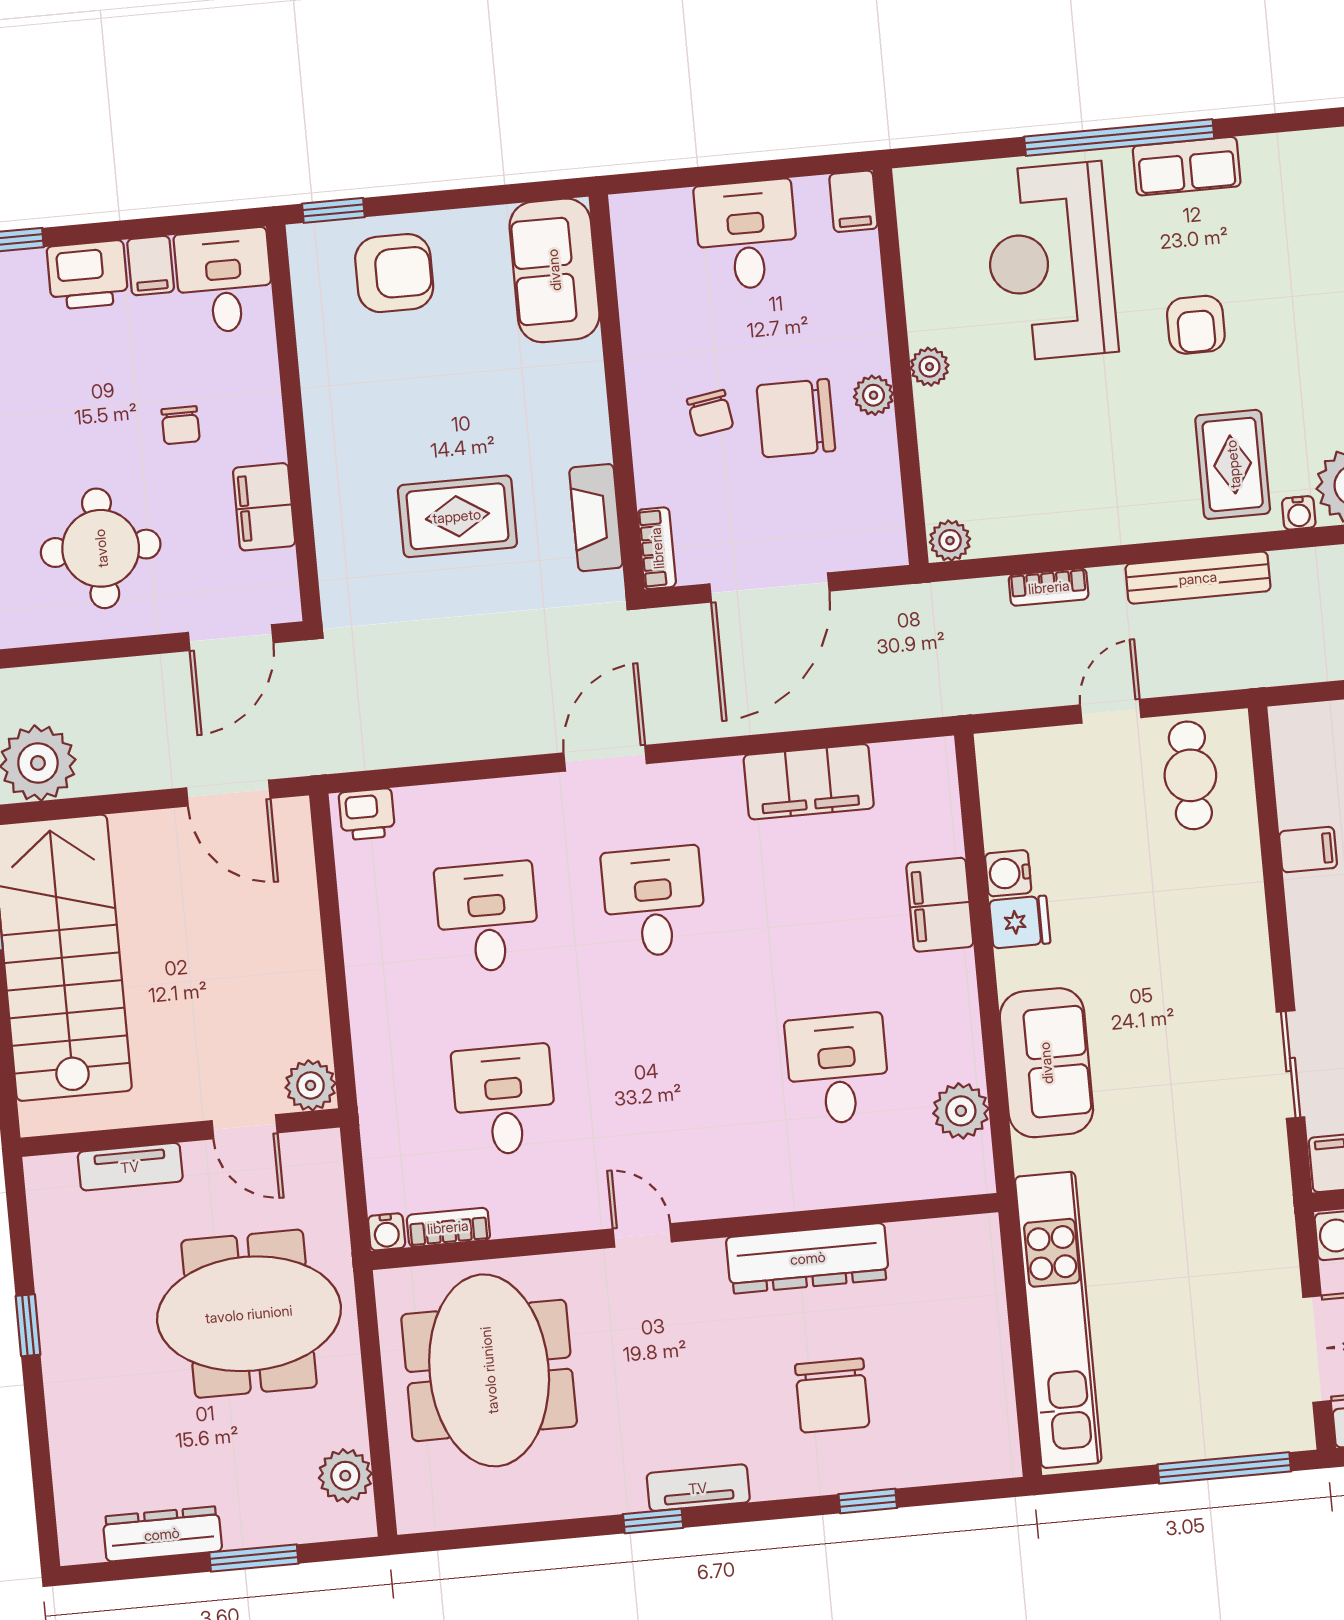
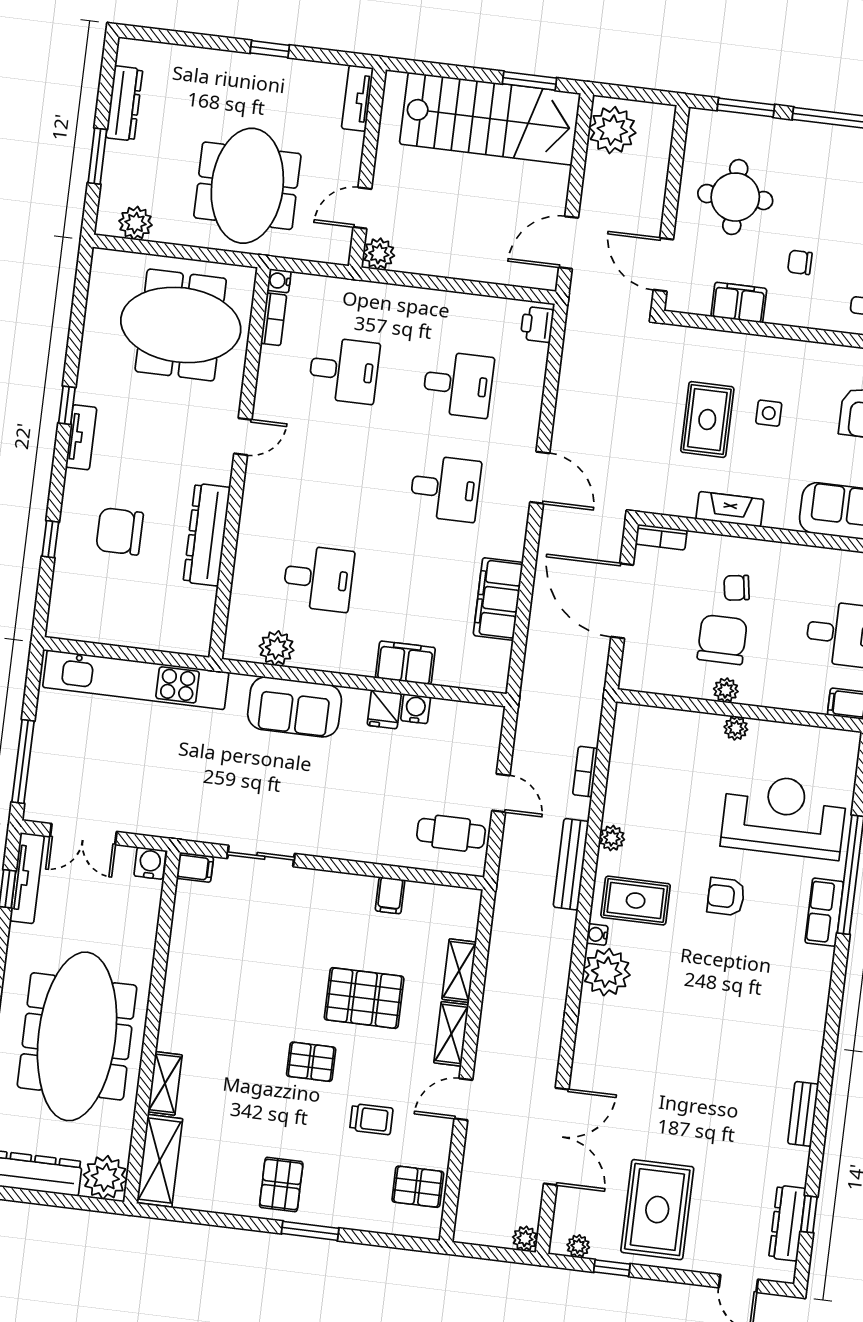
side table: (426, 422) -> (769, 413), added
fireplace: (596, 518) -> (730, 509), moved
plant: (950, 541) -> (612, 838), moved
tv unit: (130, 1167) -> (357, 98), moved

